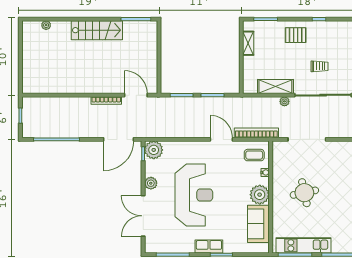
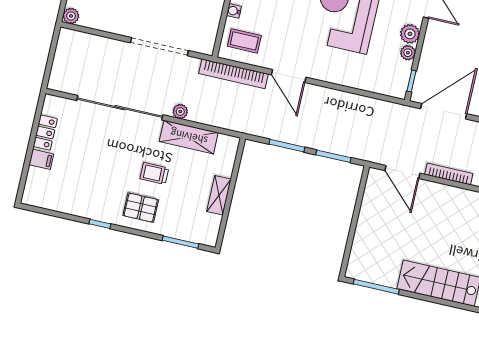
shelving: (248, 43) -> (219, 195), moved
trolley: (320, 66) -> (154, 173), moved
plant: (154, 150) -> (408, 53), moved, width x0.53, depth x0.53

